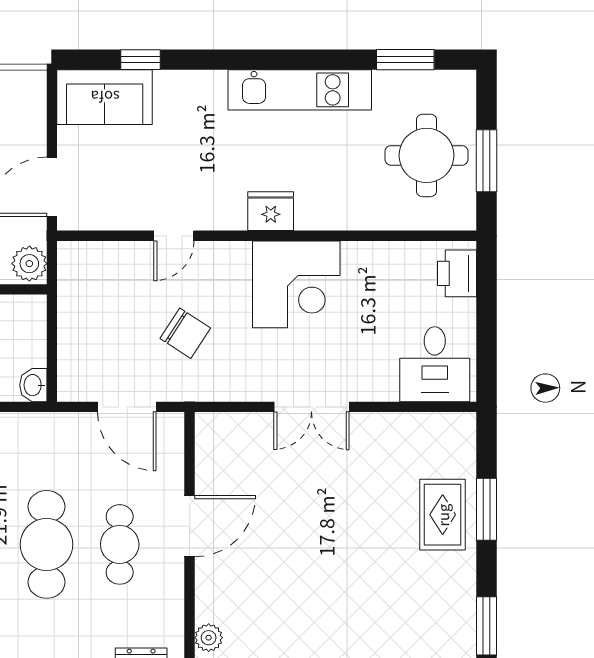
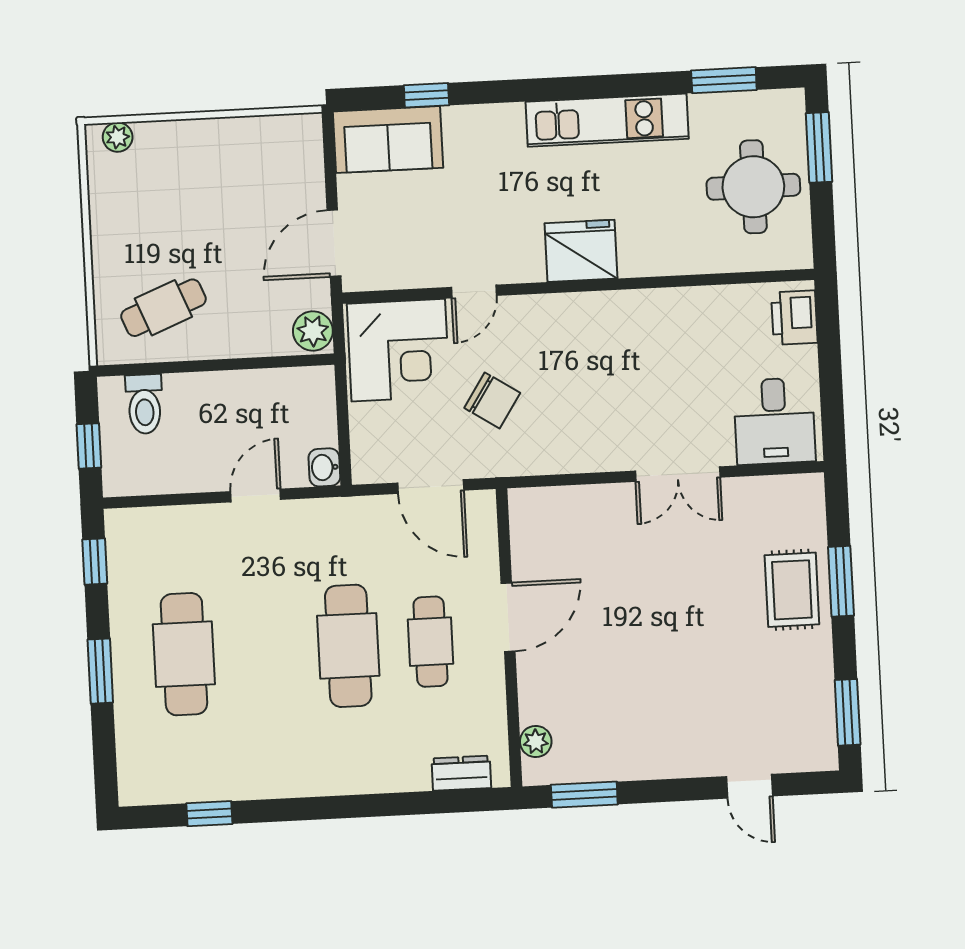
window: (486, 161) -> (819, 147), moved
fridge: (271, 211) -> (581, 251), width x1.36, depth x1.34
corner desk: (296, 284) -> (398, 350), moved
double door: (311, 407) -> (678, 474), moved

